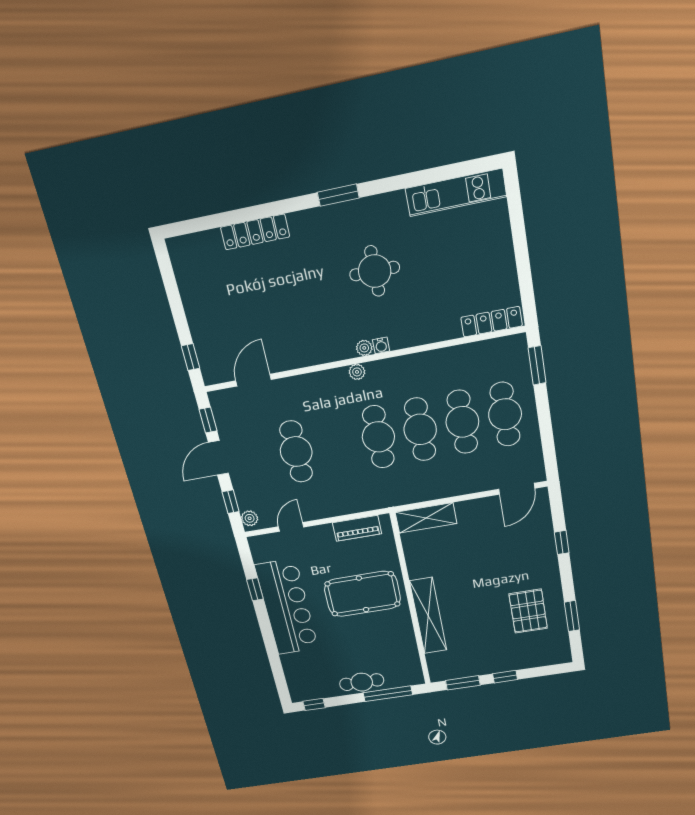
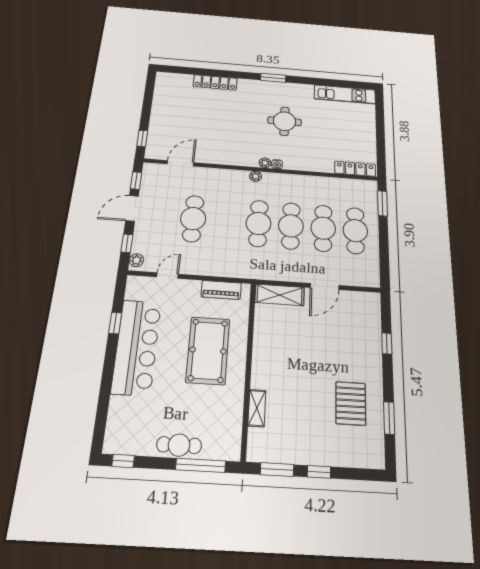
door: (517, 489) -> (325, 286), moved
pool table: (362, 594) -> (208, 350), turned 90
shelving: (428, 616) -> (257, 408), width x0.45, depth x0.75

